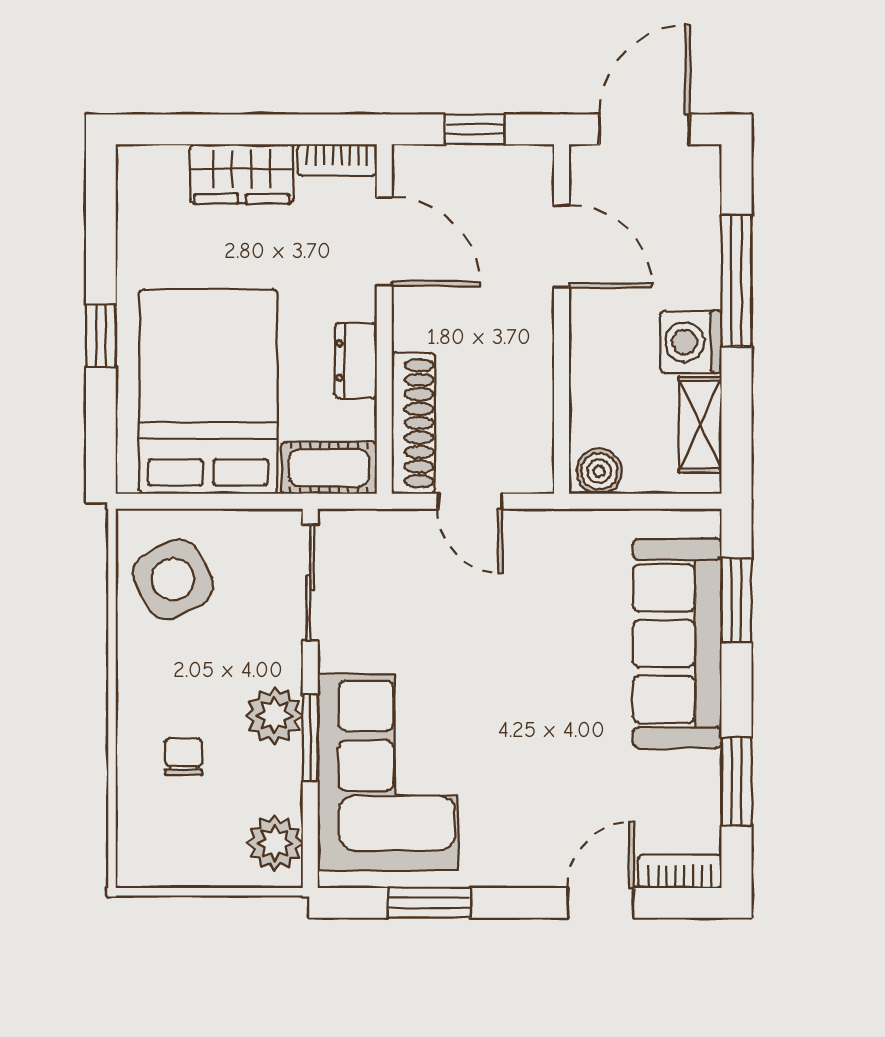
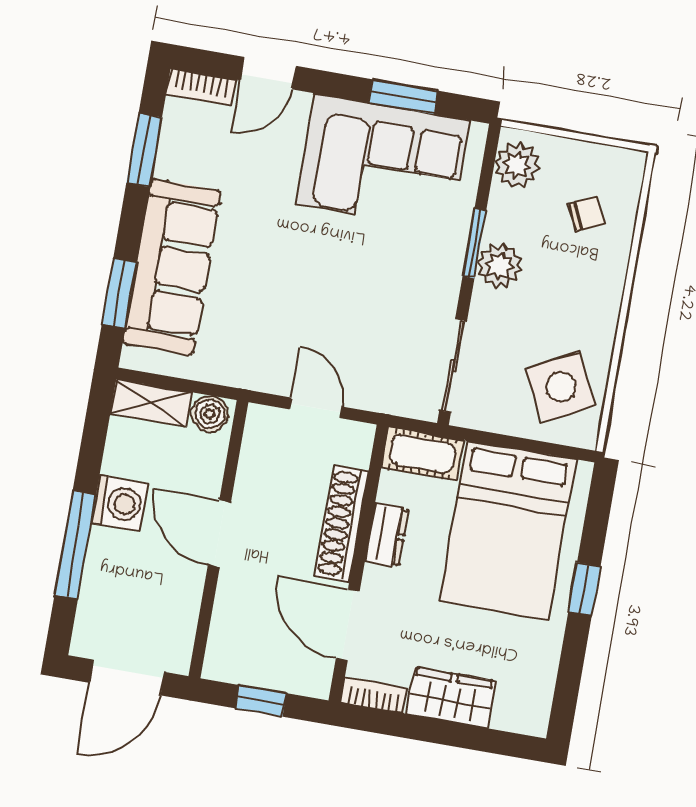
door: (562, 246) -> (219, 534), moved
shoe rack: (413, 423) -> (342, 524), moved
shelving: (700, 425) -> (151, 403), moved, turned 90
chair: (184, 757) -> (587, 214), moved, turned -115
corner sofa: (388, 772) -> (383, 162), moved, turned -90

